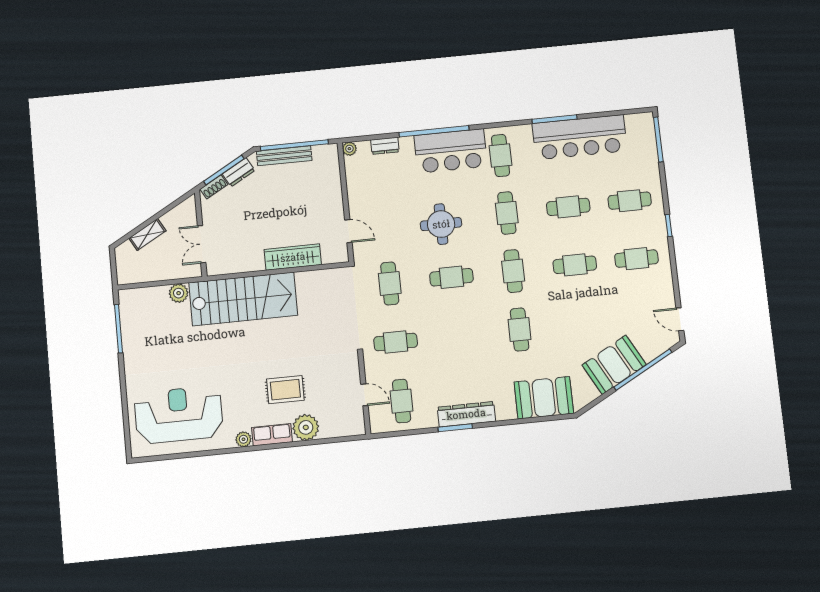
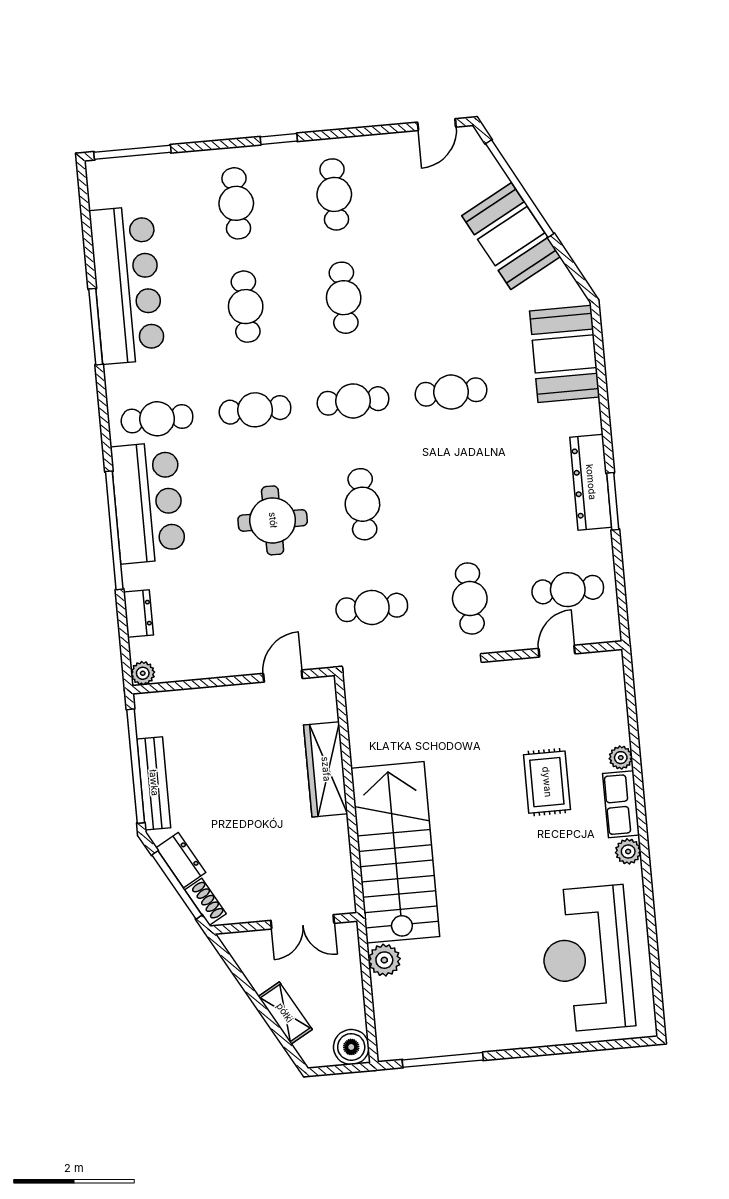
boiler: (127, 274) -> (351, 1047), added
plant: (306, 427) -> (621, 758), width x0.53, depth x0.53

